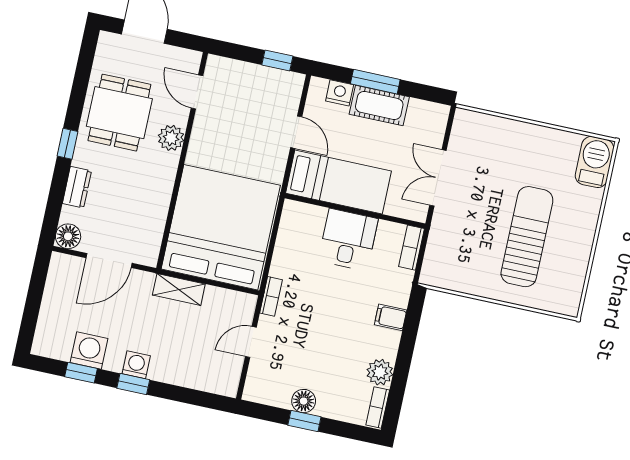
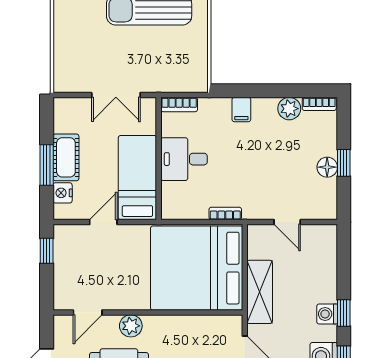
shelving: (179, 290) -> (260, 292), width x1.50, depth x1.33
bookcase: (271, 296) -> (225, 213), moved

